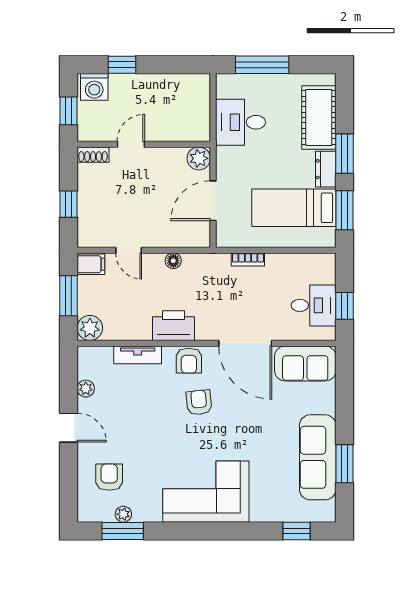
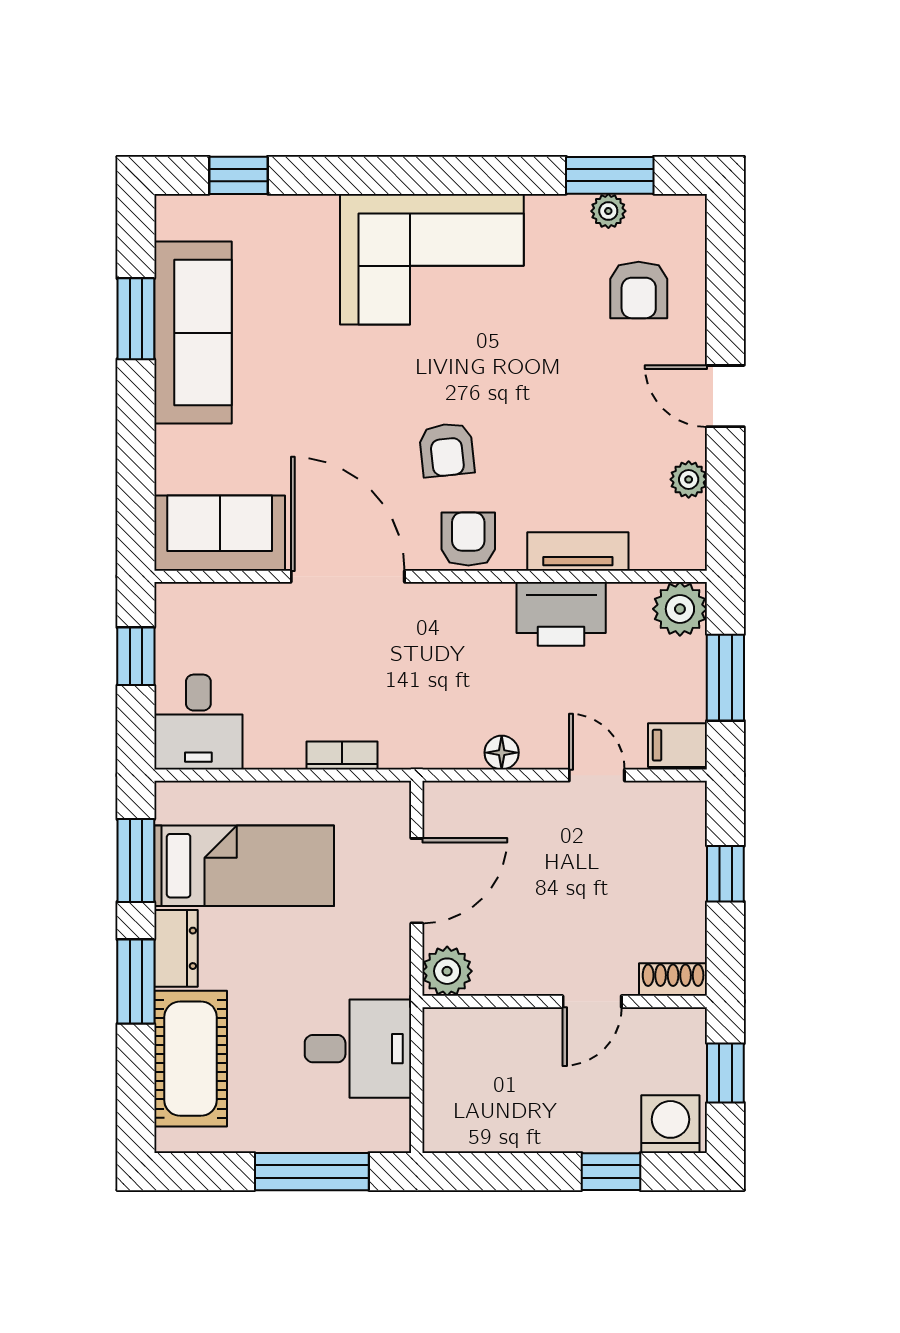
desk: (314, 305) -> (198, 722), moved, turned -90
printer: (174, 326) -> (561, 614), moved

